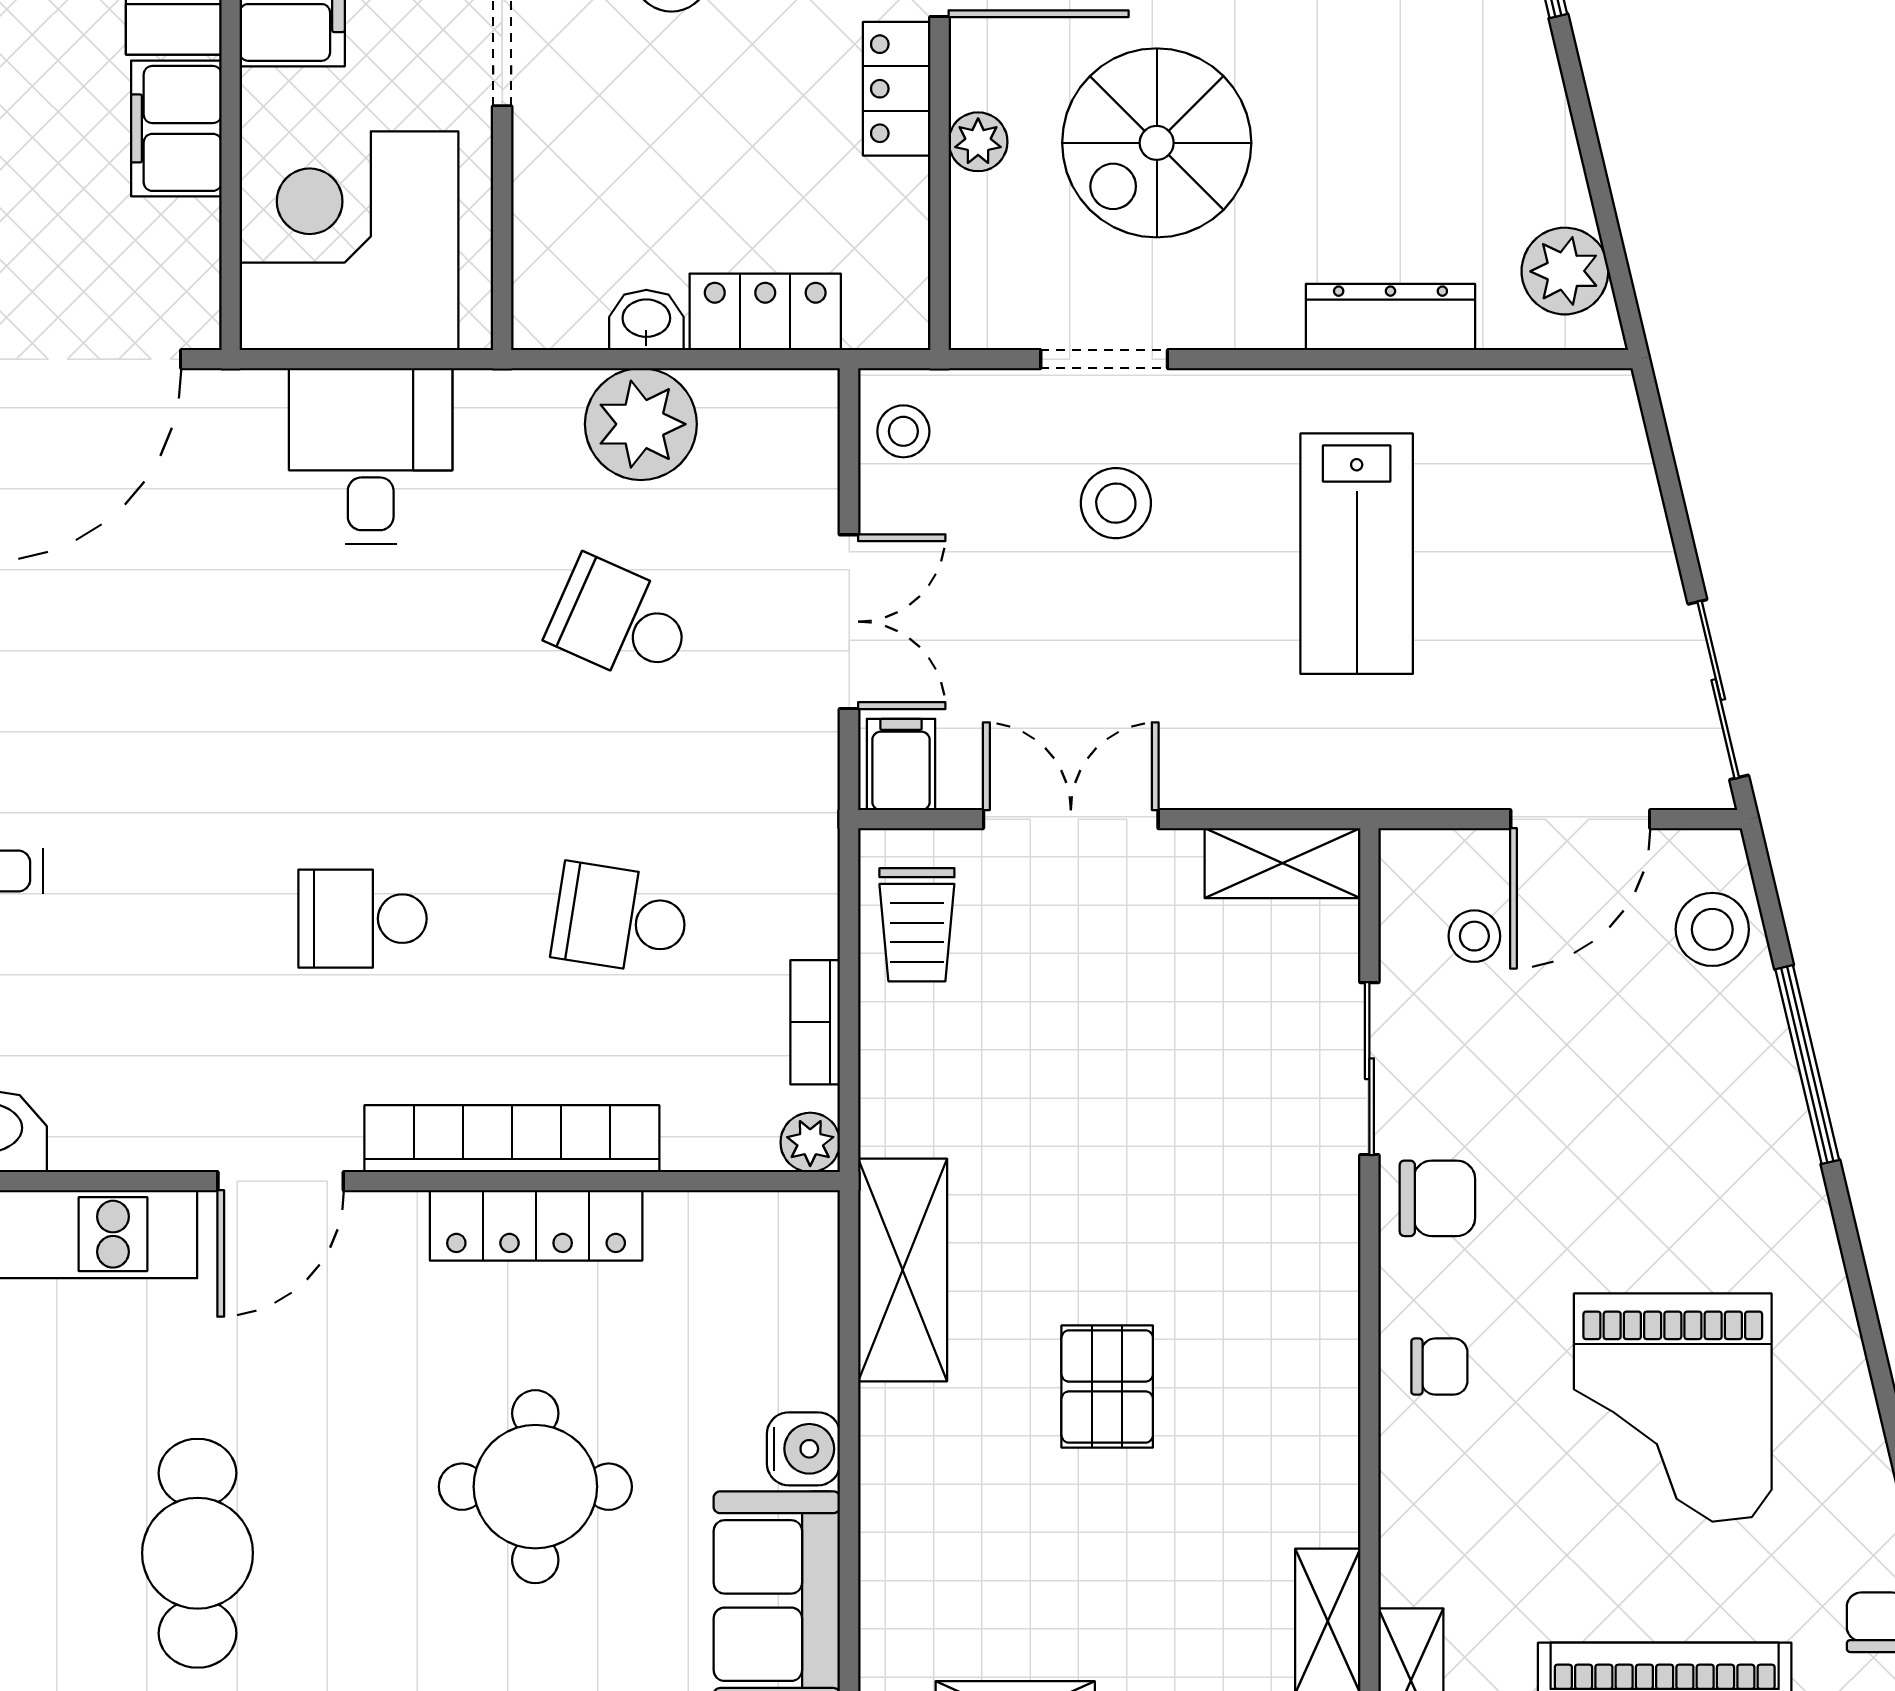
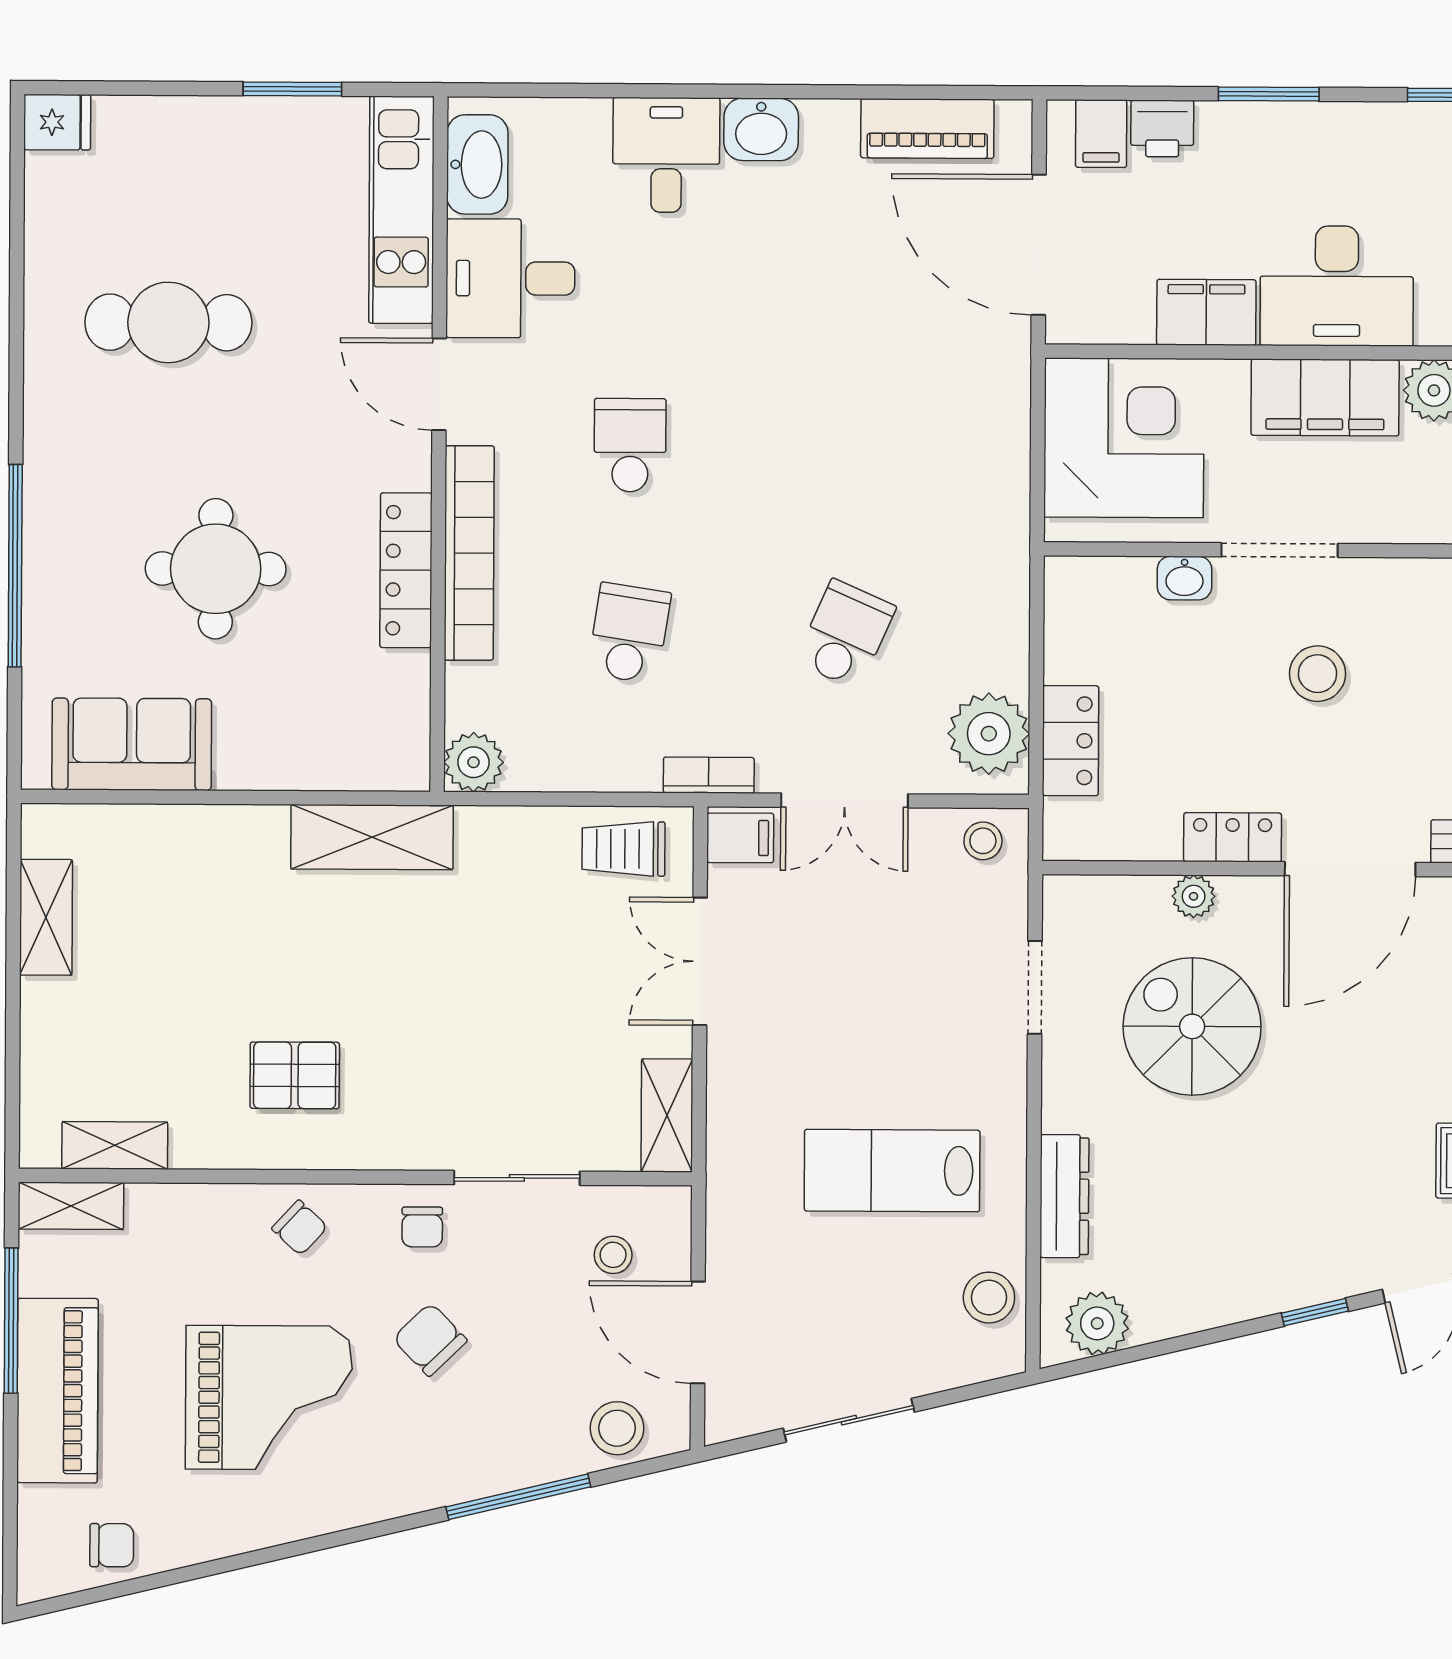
washbasin: (646, 320) -> (1184, 578), moved, turned 90
plant: (641, 424) -> (989, 734), moved
desk: (371, 456) -> (510, 278), moved, turned 180
stool: (1116, 503) -> (989, 1298), moved
sliding door: (1718, 690) -> (849, 1420), moved
double door: (1071, 819) -> (700, 961), swing flipped
bookcase: (815, 1022) -> (709, 775), moved
plant: (810, 1142) -> (474, 762), width x1.38, depth x1.38
chair: (1592, 1187) -> (430, 1339), added
chair: (1437, 1198) -> (422, 1227), width x0.73, depth x0.73
chair: (1439, 1367) -> (300, 1228), turned -47
pallet: (1107, 1387) -> (295, 1075), moved
grand piano: (1673, 1408) -> (269, 1398), turned 180
water cooler: (803, 1449) -> (242, 764), removed

